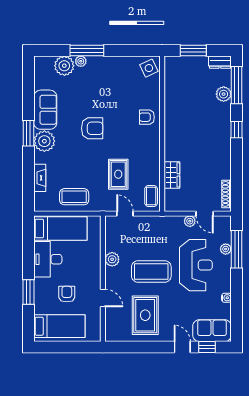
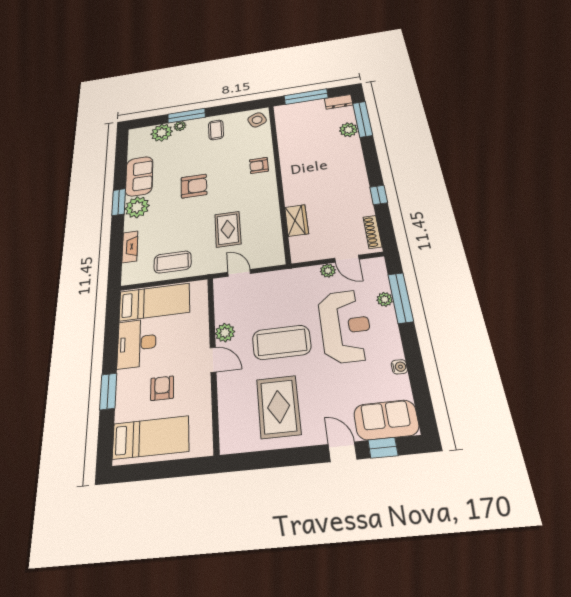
window: (193, 50) -> (306, 97), width x1.44
window: (237, 130) -> (379, 195), moved
coffee table: (151, 196) -> (216, 130), moved
door: (103, 298) -> (213, 360), moved

